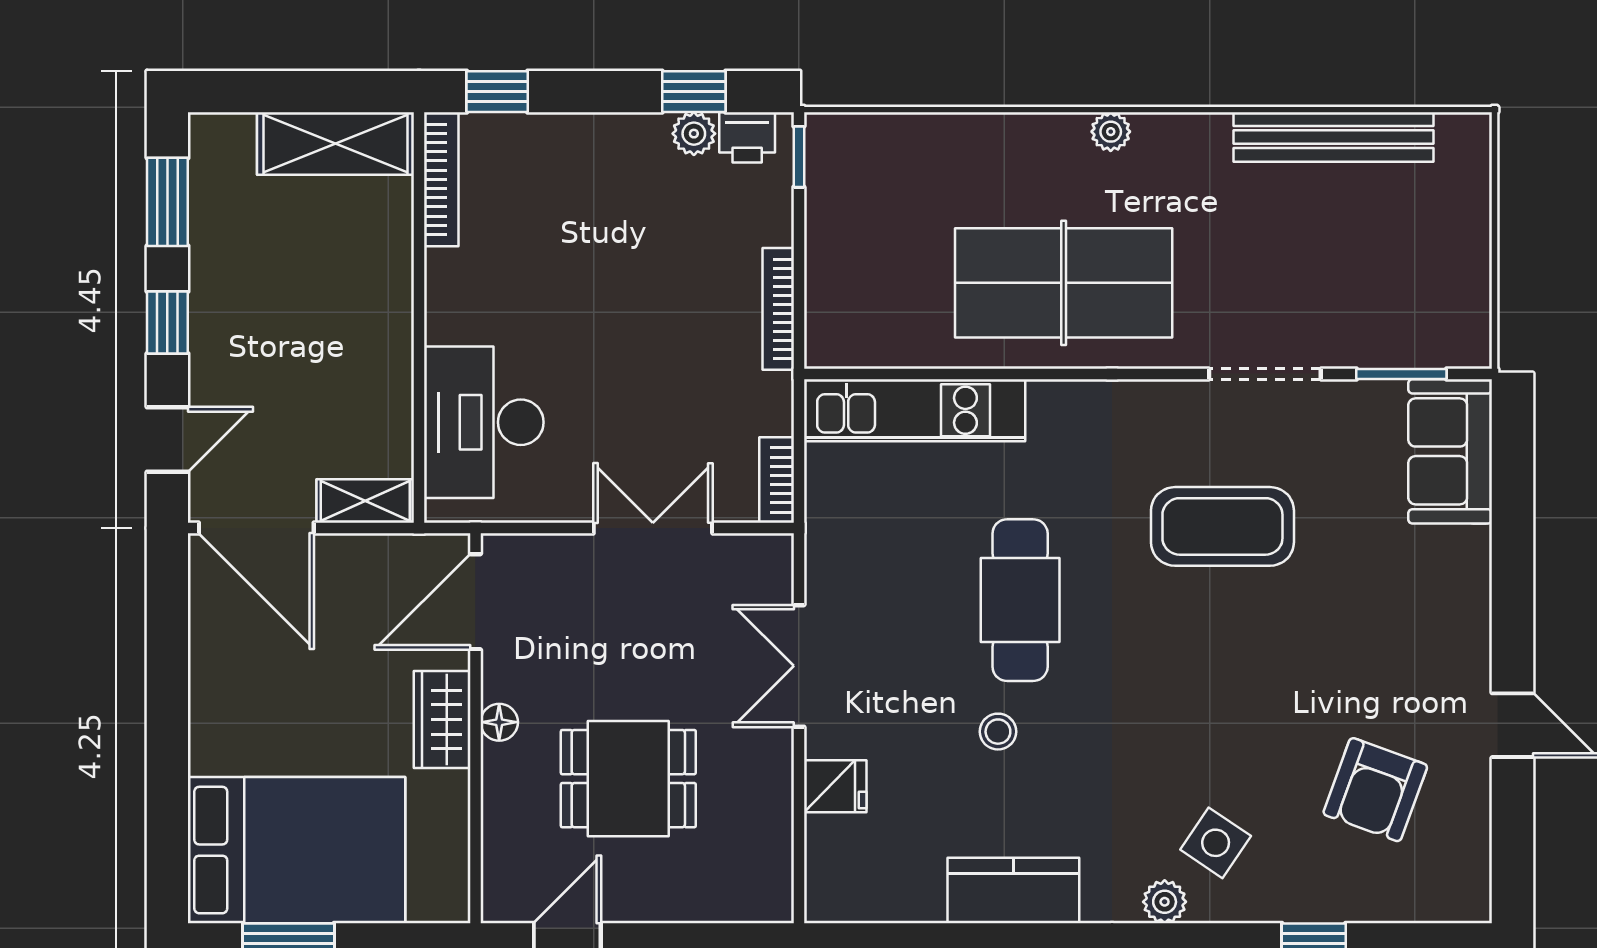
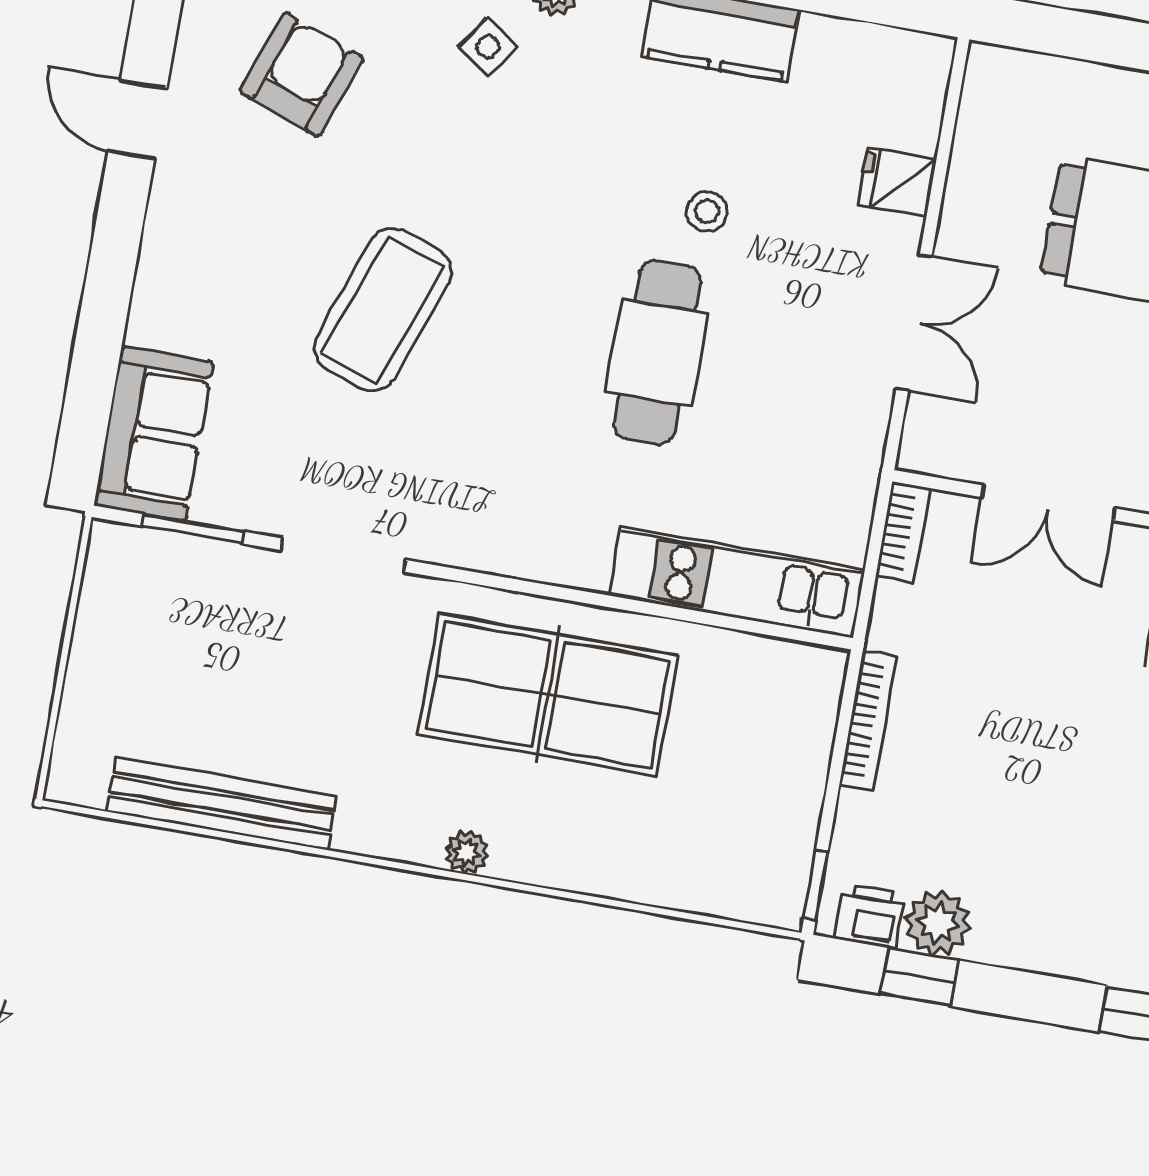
plant: (694, 134) -> (938, 923), width x1.38, depth x1.38
coffee table: (1222, 526) -> (382, 310), moved, turned -70
side table: (1216, 843) -> (488, 47), width x0.73, depth x0.73

